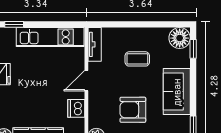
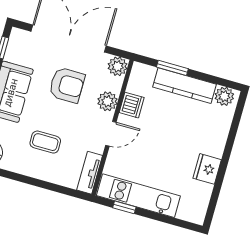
window: (14, 24) -> (124, 207), moved
plant: (96, 106) -> (107, 101), added

